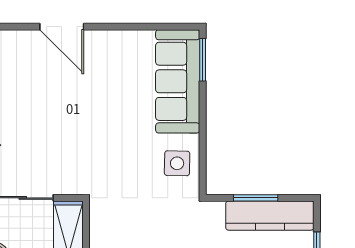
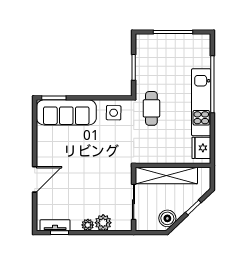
kitchen counter: (270, 216) -> (144, 59), removed
cafe table: (185, 229) -> (151, 108), added

